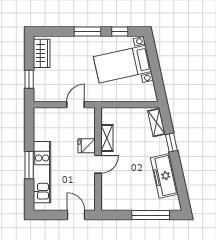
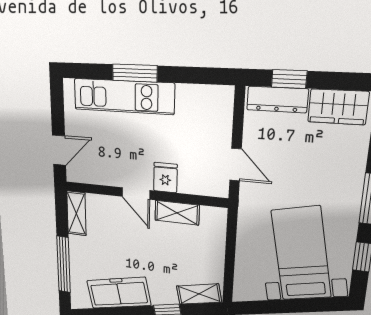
dresser: (40, 84) -> (277, 99), added
shelving: (115, 204) -> (76, 213), added

